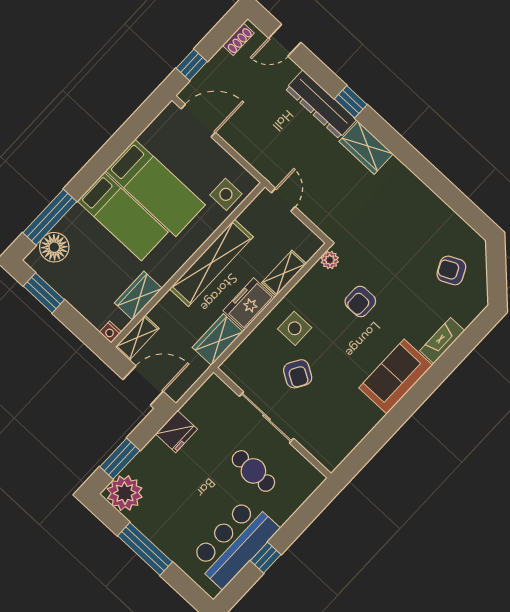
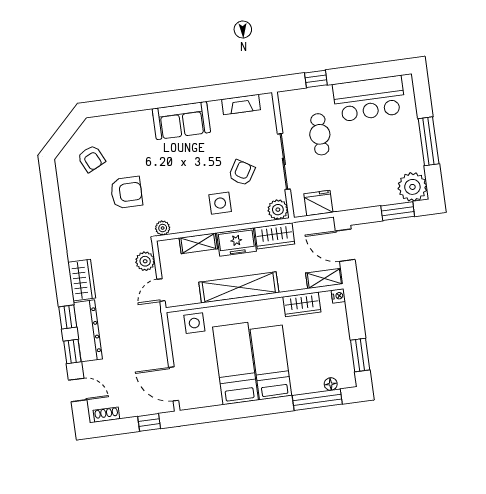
window: (320, 73) -> (72, 351), added
plant: (321, 215) -> (145, 261), added
floor lamp: (54, 247) -> (331, 384), width x0.53, depth x0.53
armchair: (360, 302) -> (126, 192), moved, width x1.38, depth x1.38
fireplace: (442, 341) -> (241, 105), moved
plant: (235, 367) -> (278, 210), added
fridge: (176, 432) -> (318, 203), moved
window: (266, 558) -> (316, 79), moved

